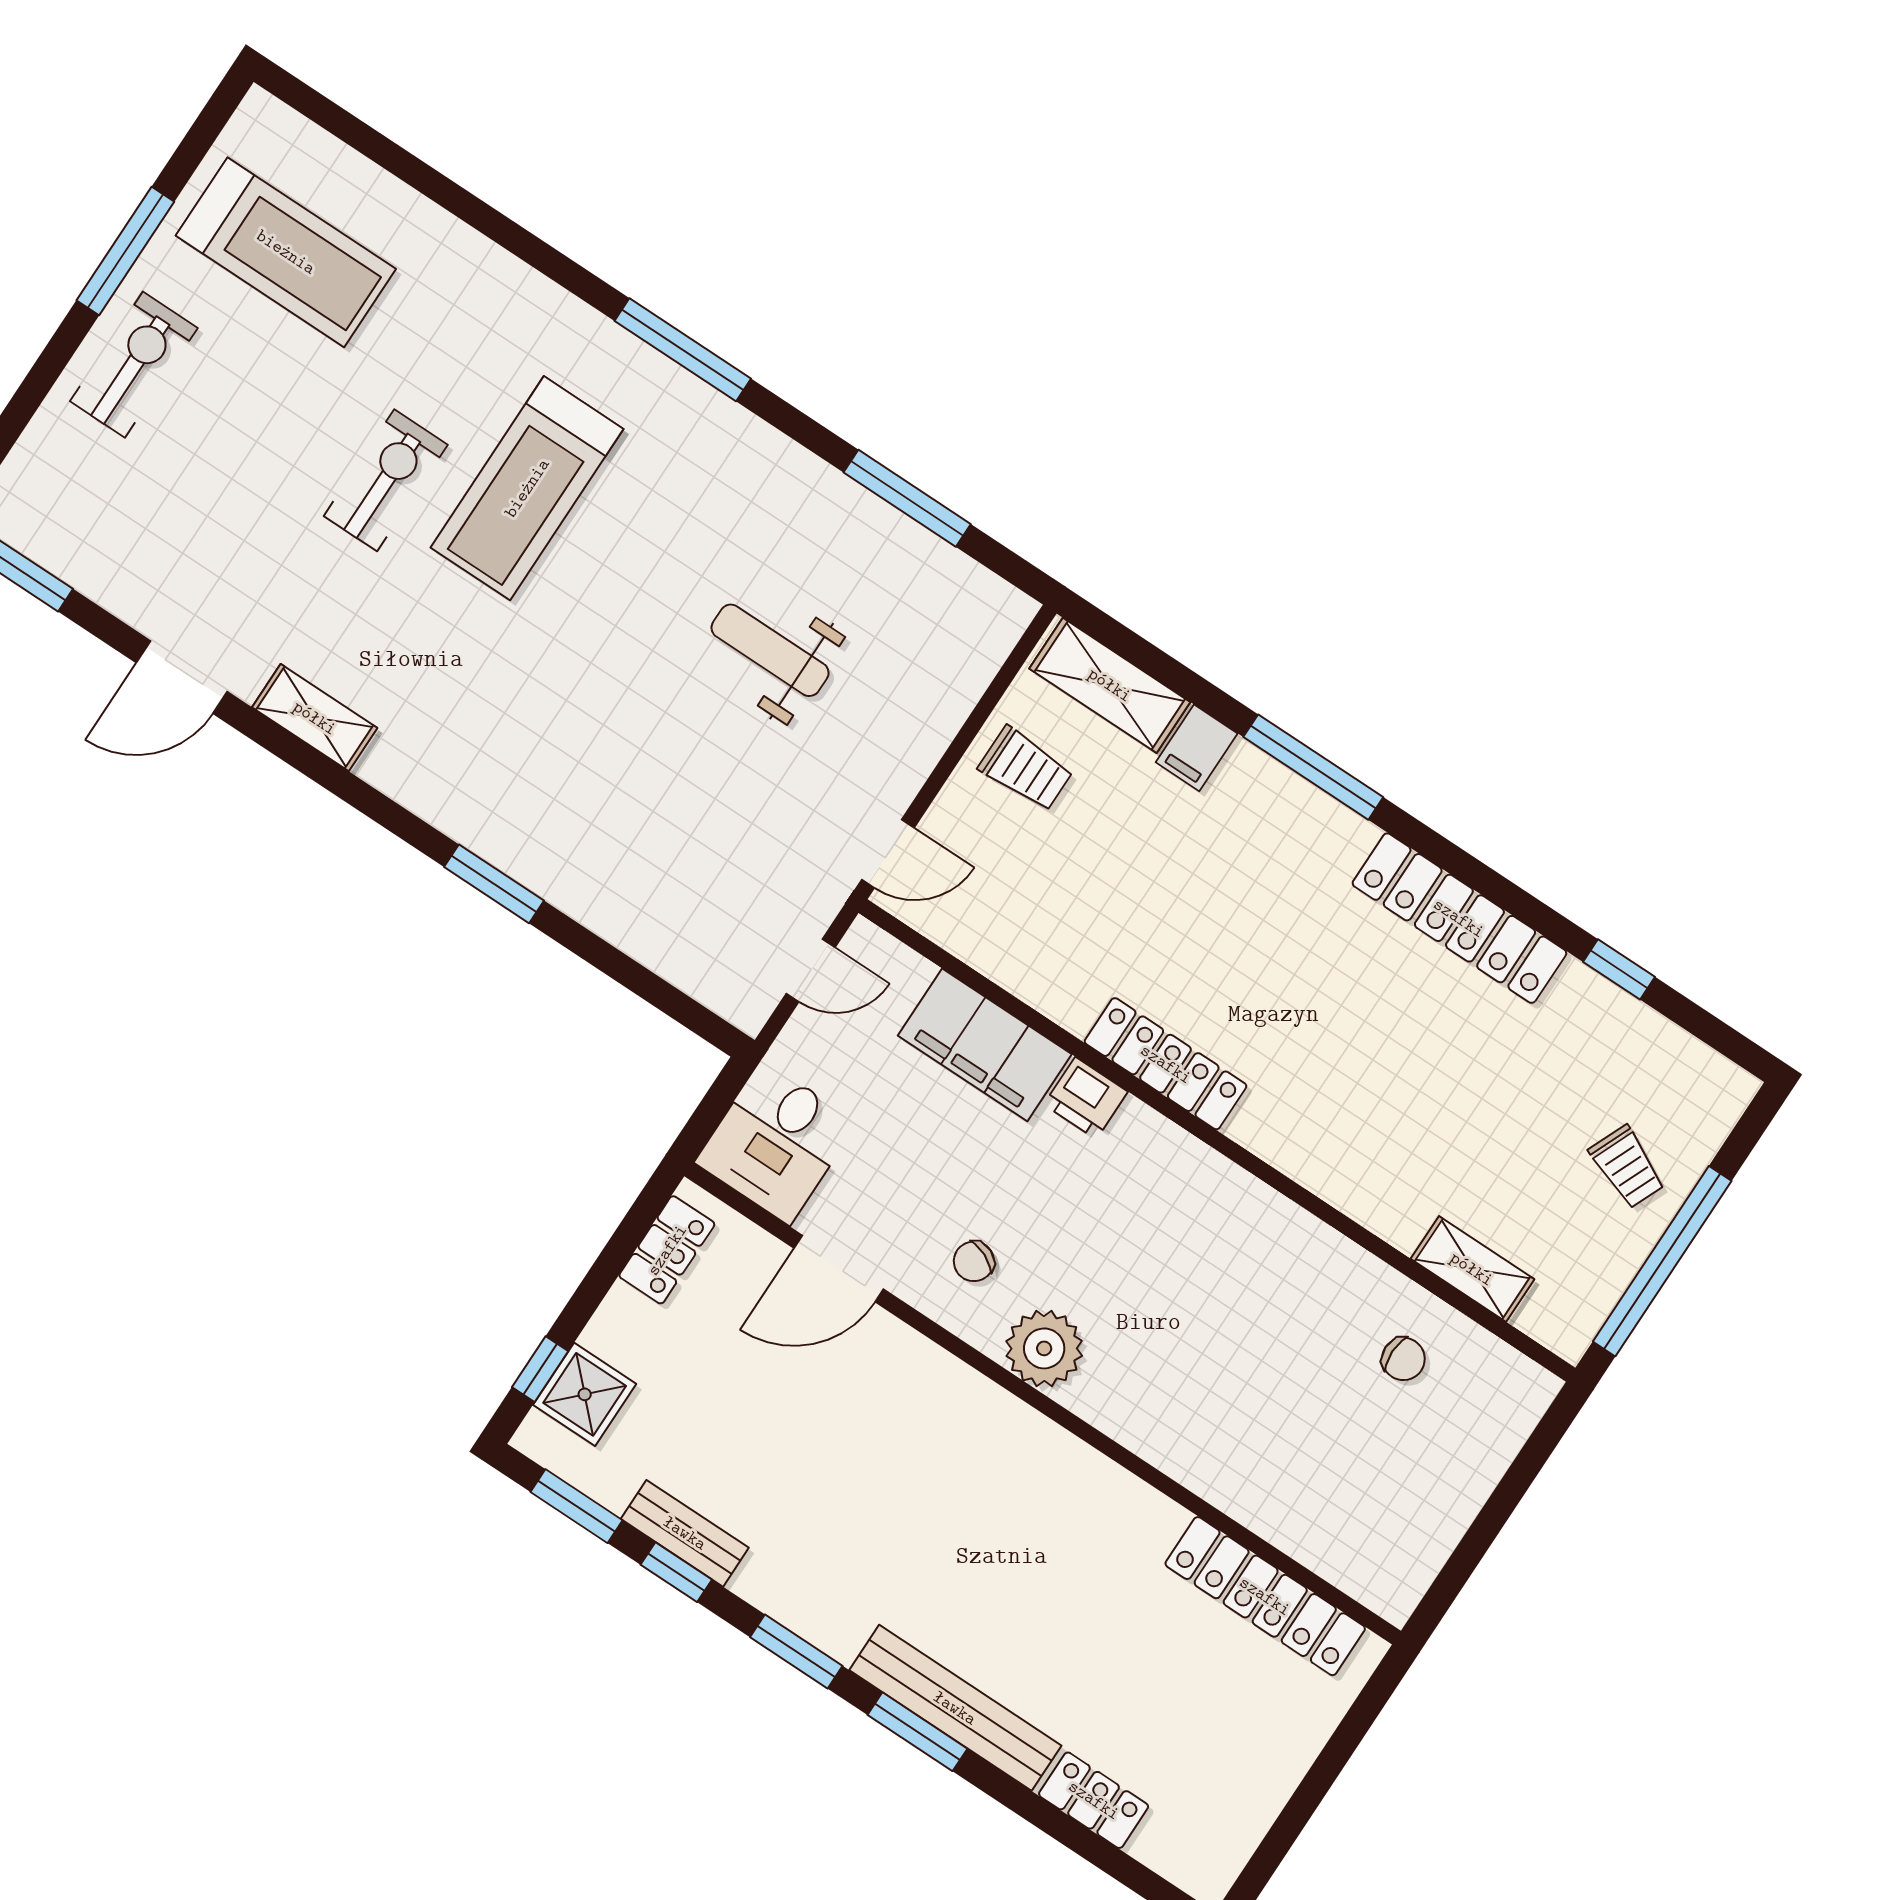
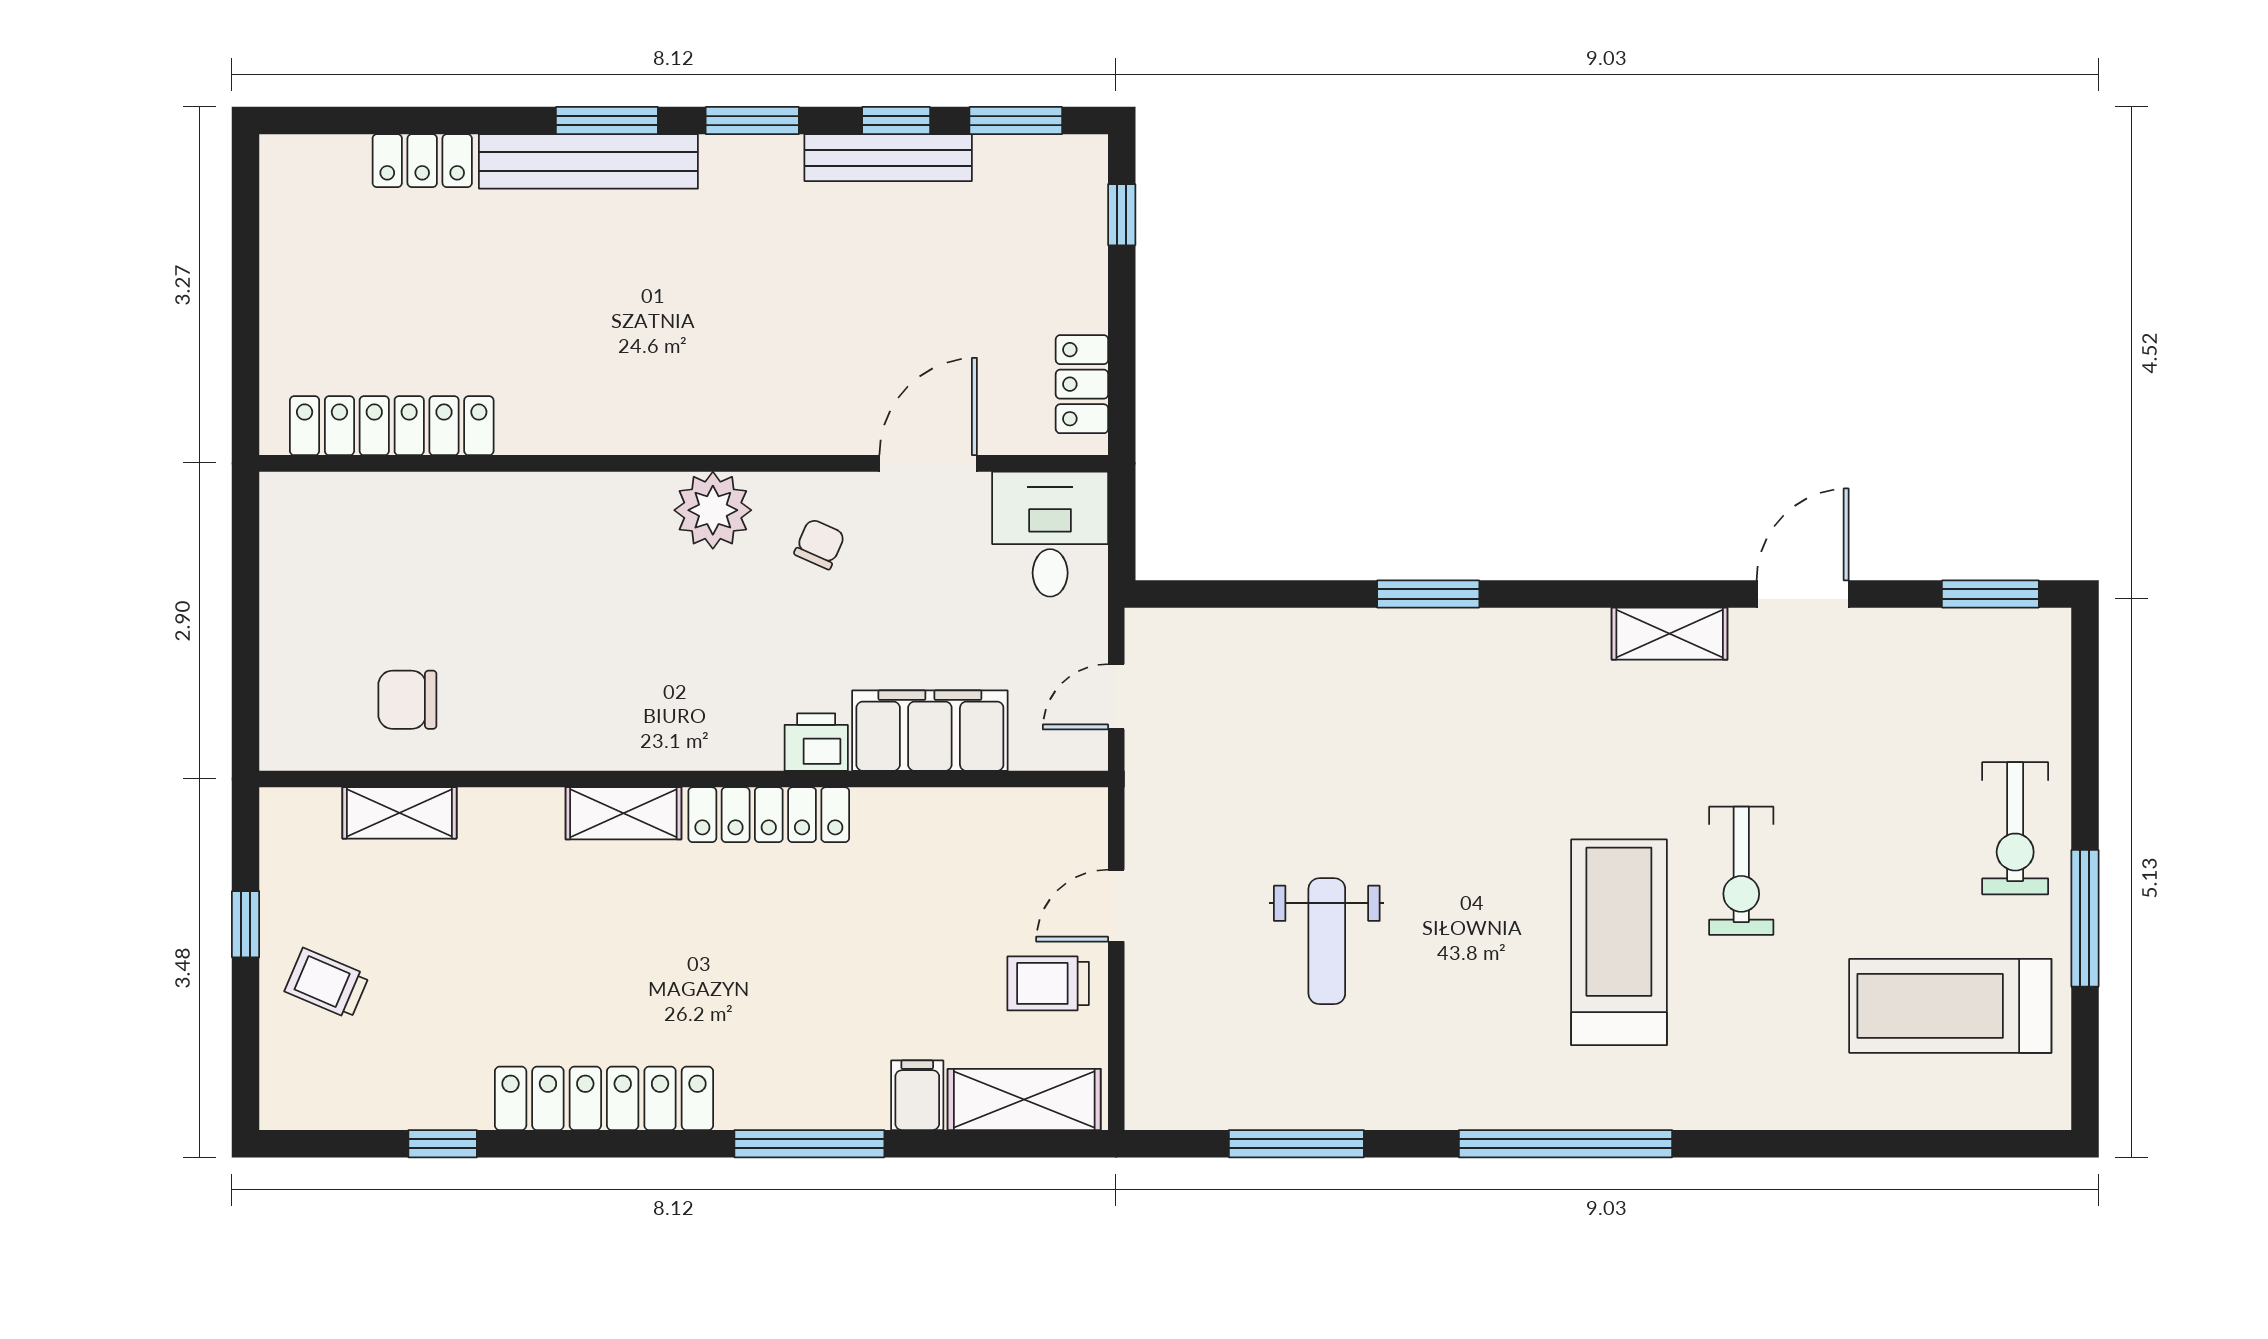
window: (683, 350) -> (1565, 1144), width x1.46
weight bench: (770, 650) -> (1327, 941), turned 90
door: (888, 854) -> (1116, 906), moved
shelving: (1286, 1145) -> (623, 813), added
window: (1662, 1261) -> (246, 924), width x0.32
chair: (1403, 1359) -> (407, 700), width x1.37, depth x1.37
shower: (585, 1394) -> (1071, 218), removed
bench: (685, 1533) -> (888, 158), width x1.36

